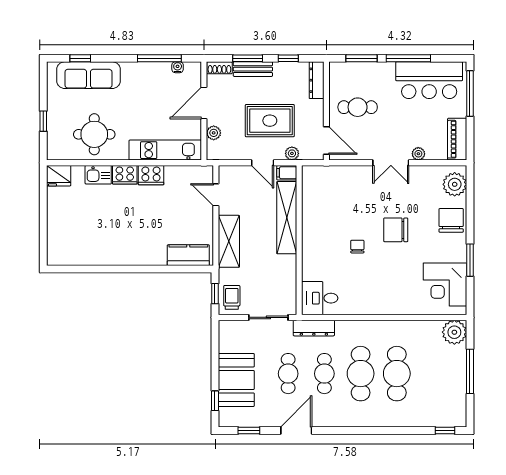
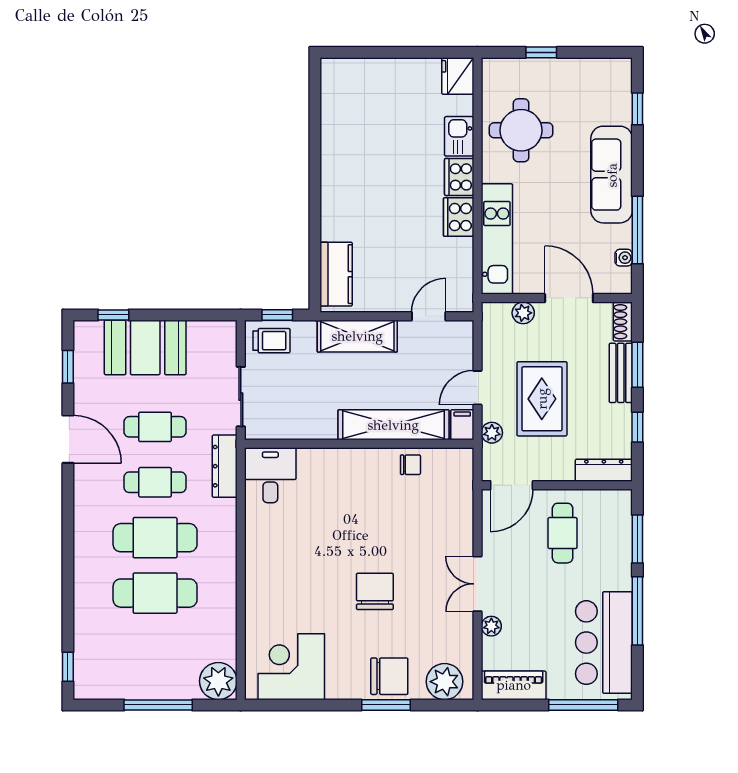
sofa: (88, 75) -> (612, 175), moved
chair: (357, 247) -> (410, 465), moved
window: (470, 260) -> (386, 705), moved

